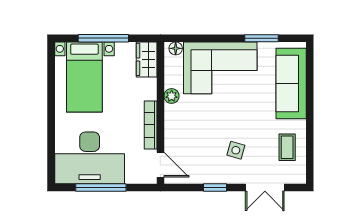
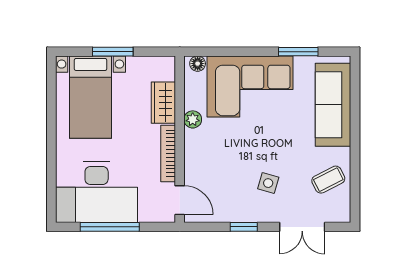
window: (103, 38) -> (113, 52), width x0.69
wardrobe: (147, 59) -> (163, 103), moved
coffee table: (287, 147) -> (328, 180), turned 63

